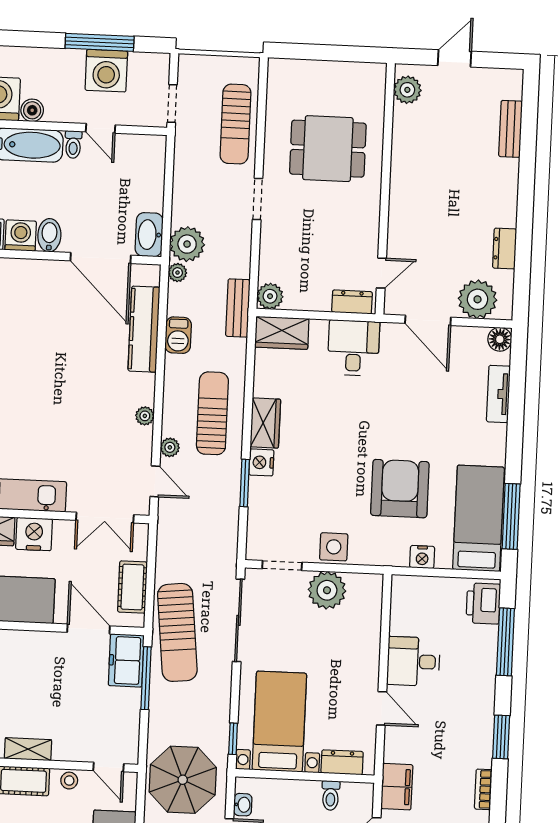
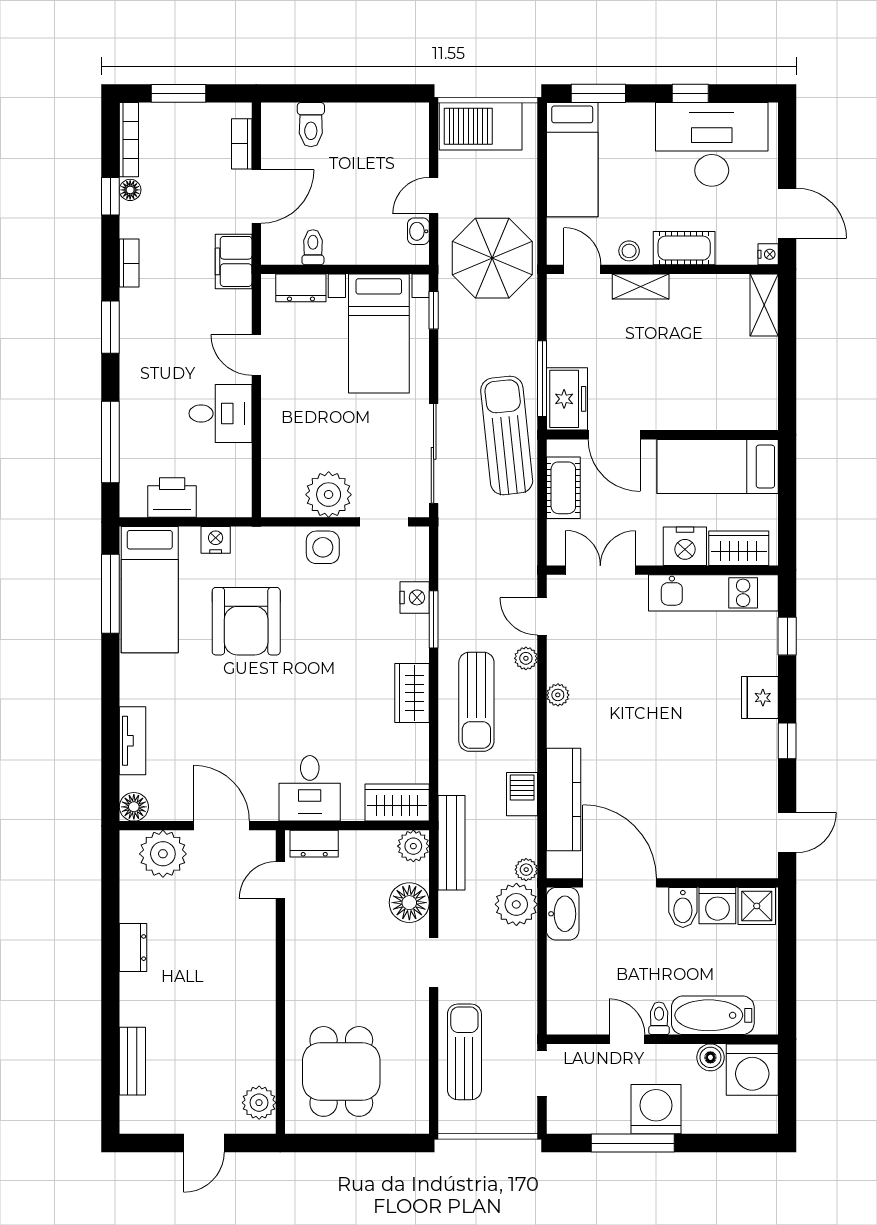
washing machine: (106, 71) -> (656, 1109), moved
dining table: (328, 149) -> (341, 1071), moved, turned 90
dresser: (505, 249) -> (133, 948), moved
floor lamp: (276, 250) -> (409, 903), added
bench: (238, 308) -> (452, 843), width x1.36
nightstand: (261, 462) -> (415, 597), moved
printer: (483, 603) -> (172, 498), moved, turned -90
shelving: (28, 749) -> (641, 287), moved

